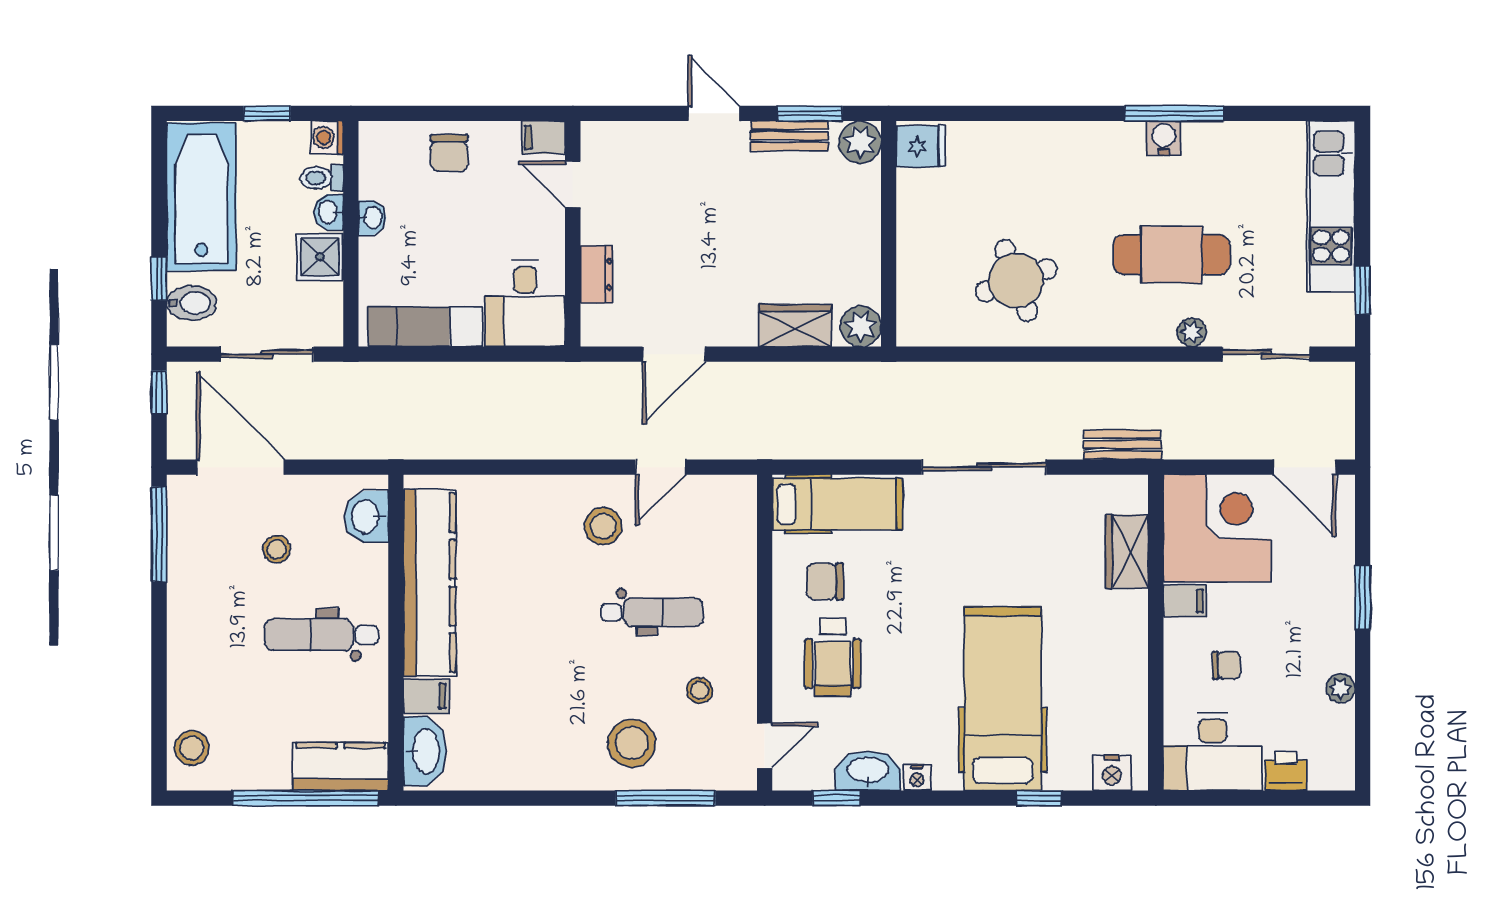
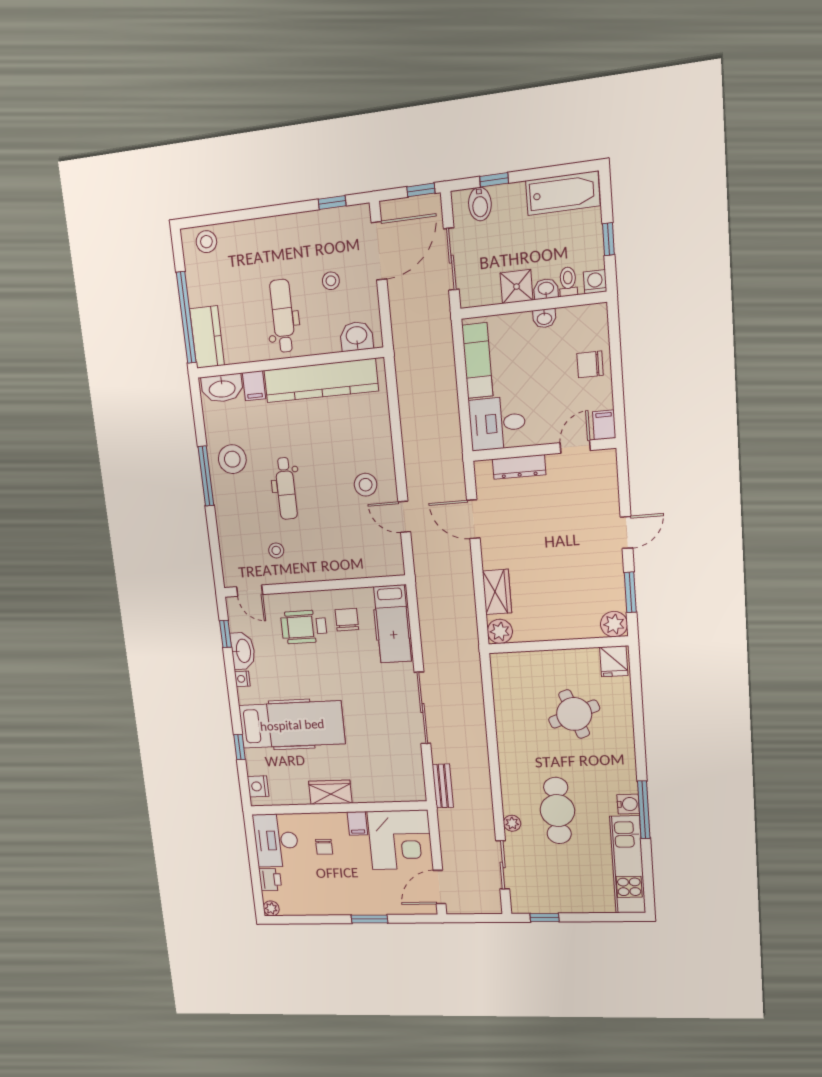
bench: (789, 136) -> (615, 581), removed
bathtub: (201, 197) -> (563, 193), width x0.73, depth x0.73
kitchen unit: (1331, 207) -> (628, 865), moved, turned -90
dresser: (596, 274) -> (519, 467), width x1.44
round table: (1016, 280) -> (574, 714), moved
window: (159, 534) -> (332, 202), width x0.46
wardrobe: (1127, 552) -> (330, 792), moved
dental chair: (652, 612) -> (286, 488), moved
plant: (1341, 688) -> (271, 908), moved
stool: (632, 743) -> (232, 459), moved
window: (666, 798) -> (206, 476), moved

